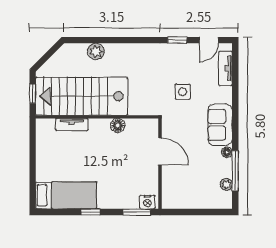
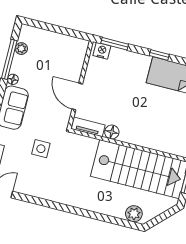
window: (177, 40) -> (33, 200), removed
plant: (96, 51) -> (134, 214), moved
tv unit: (72, 125) -> (88, 127), moved

